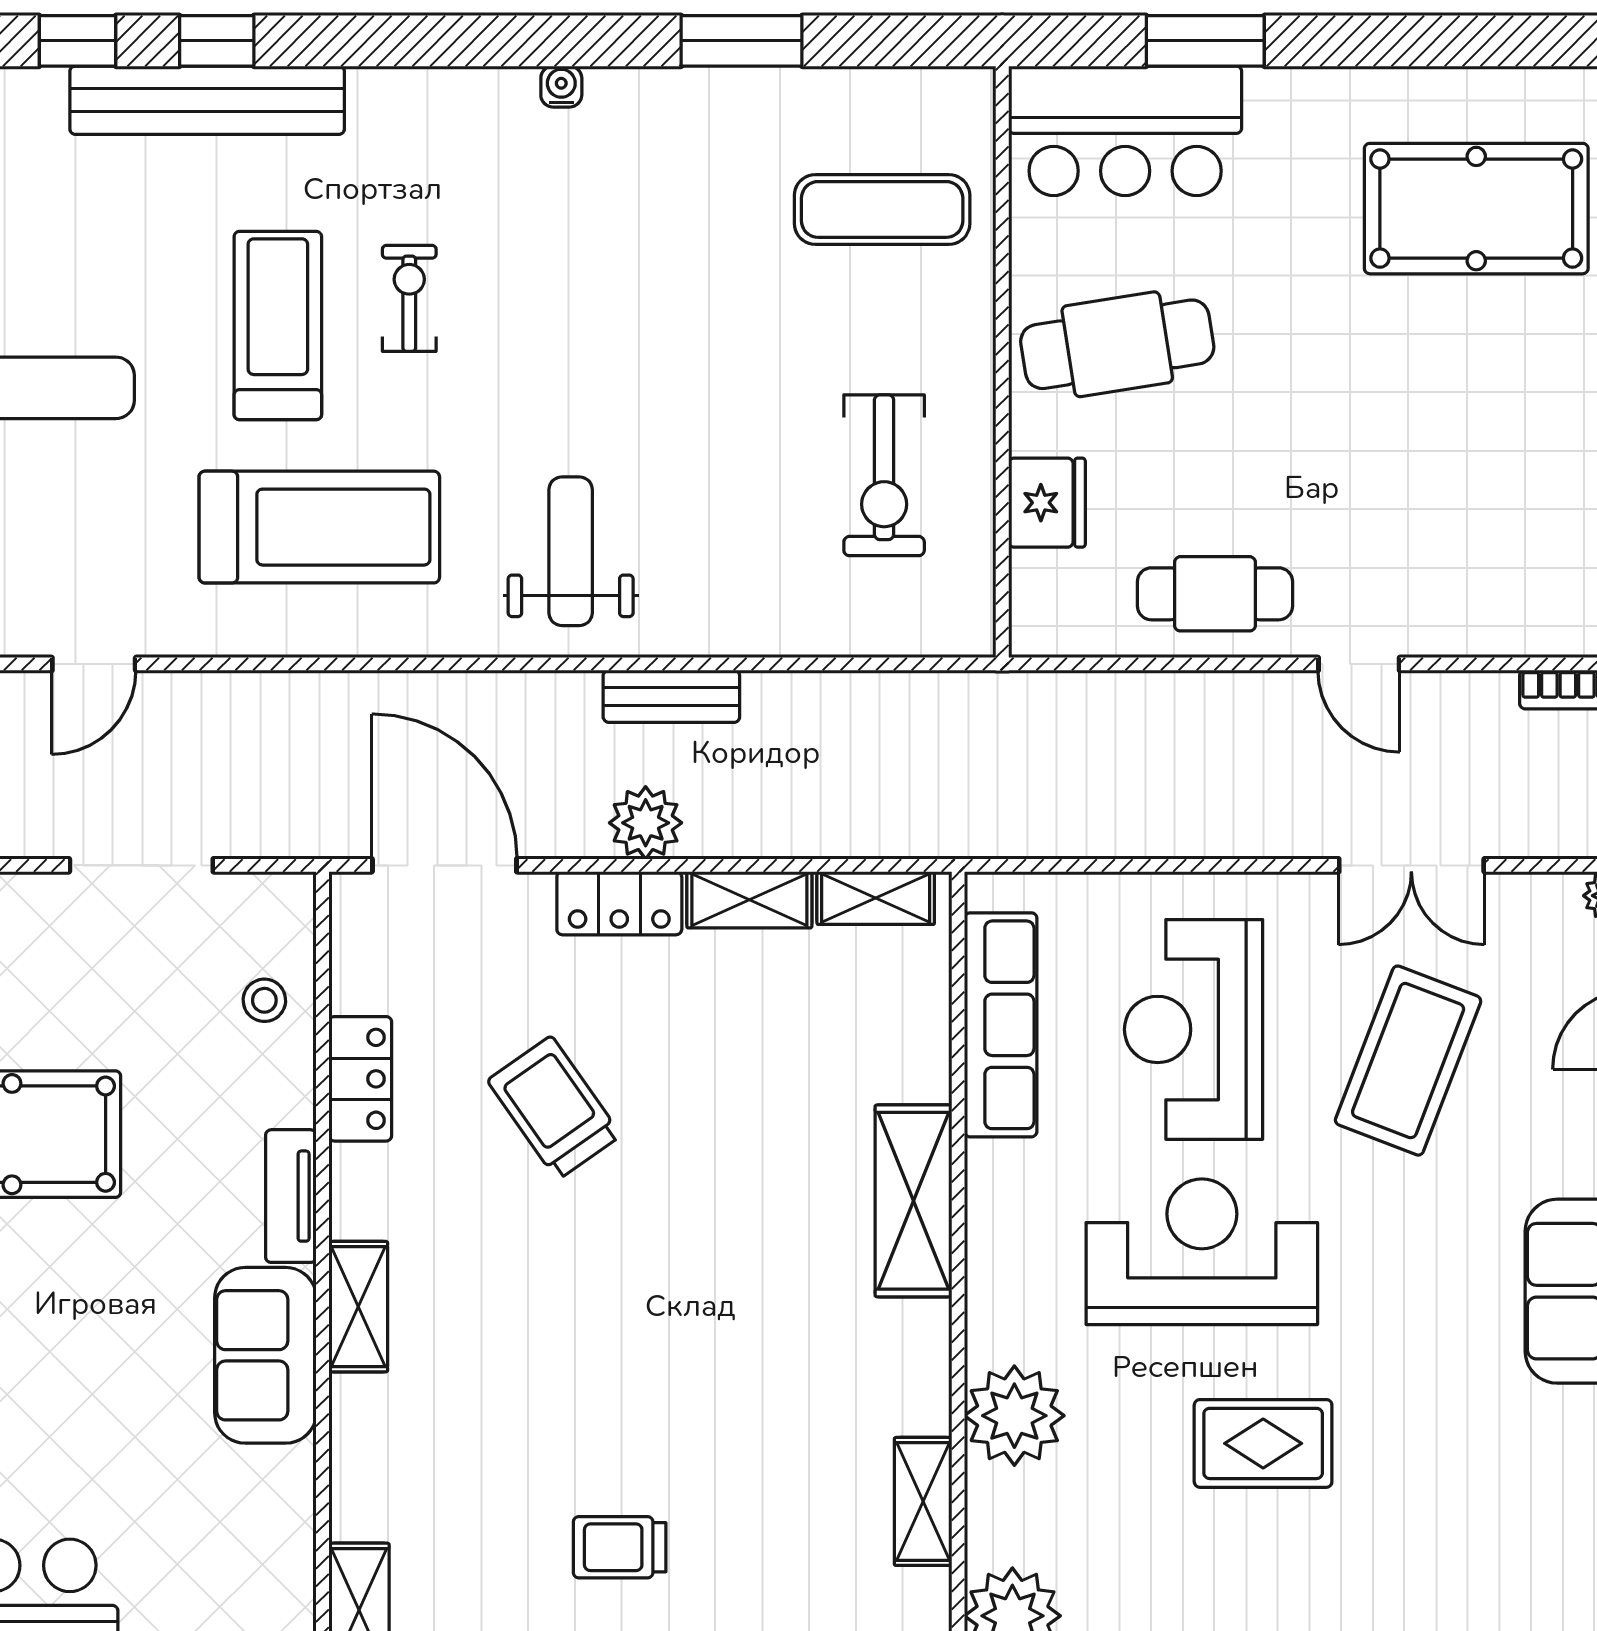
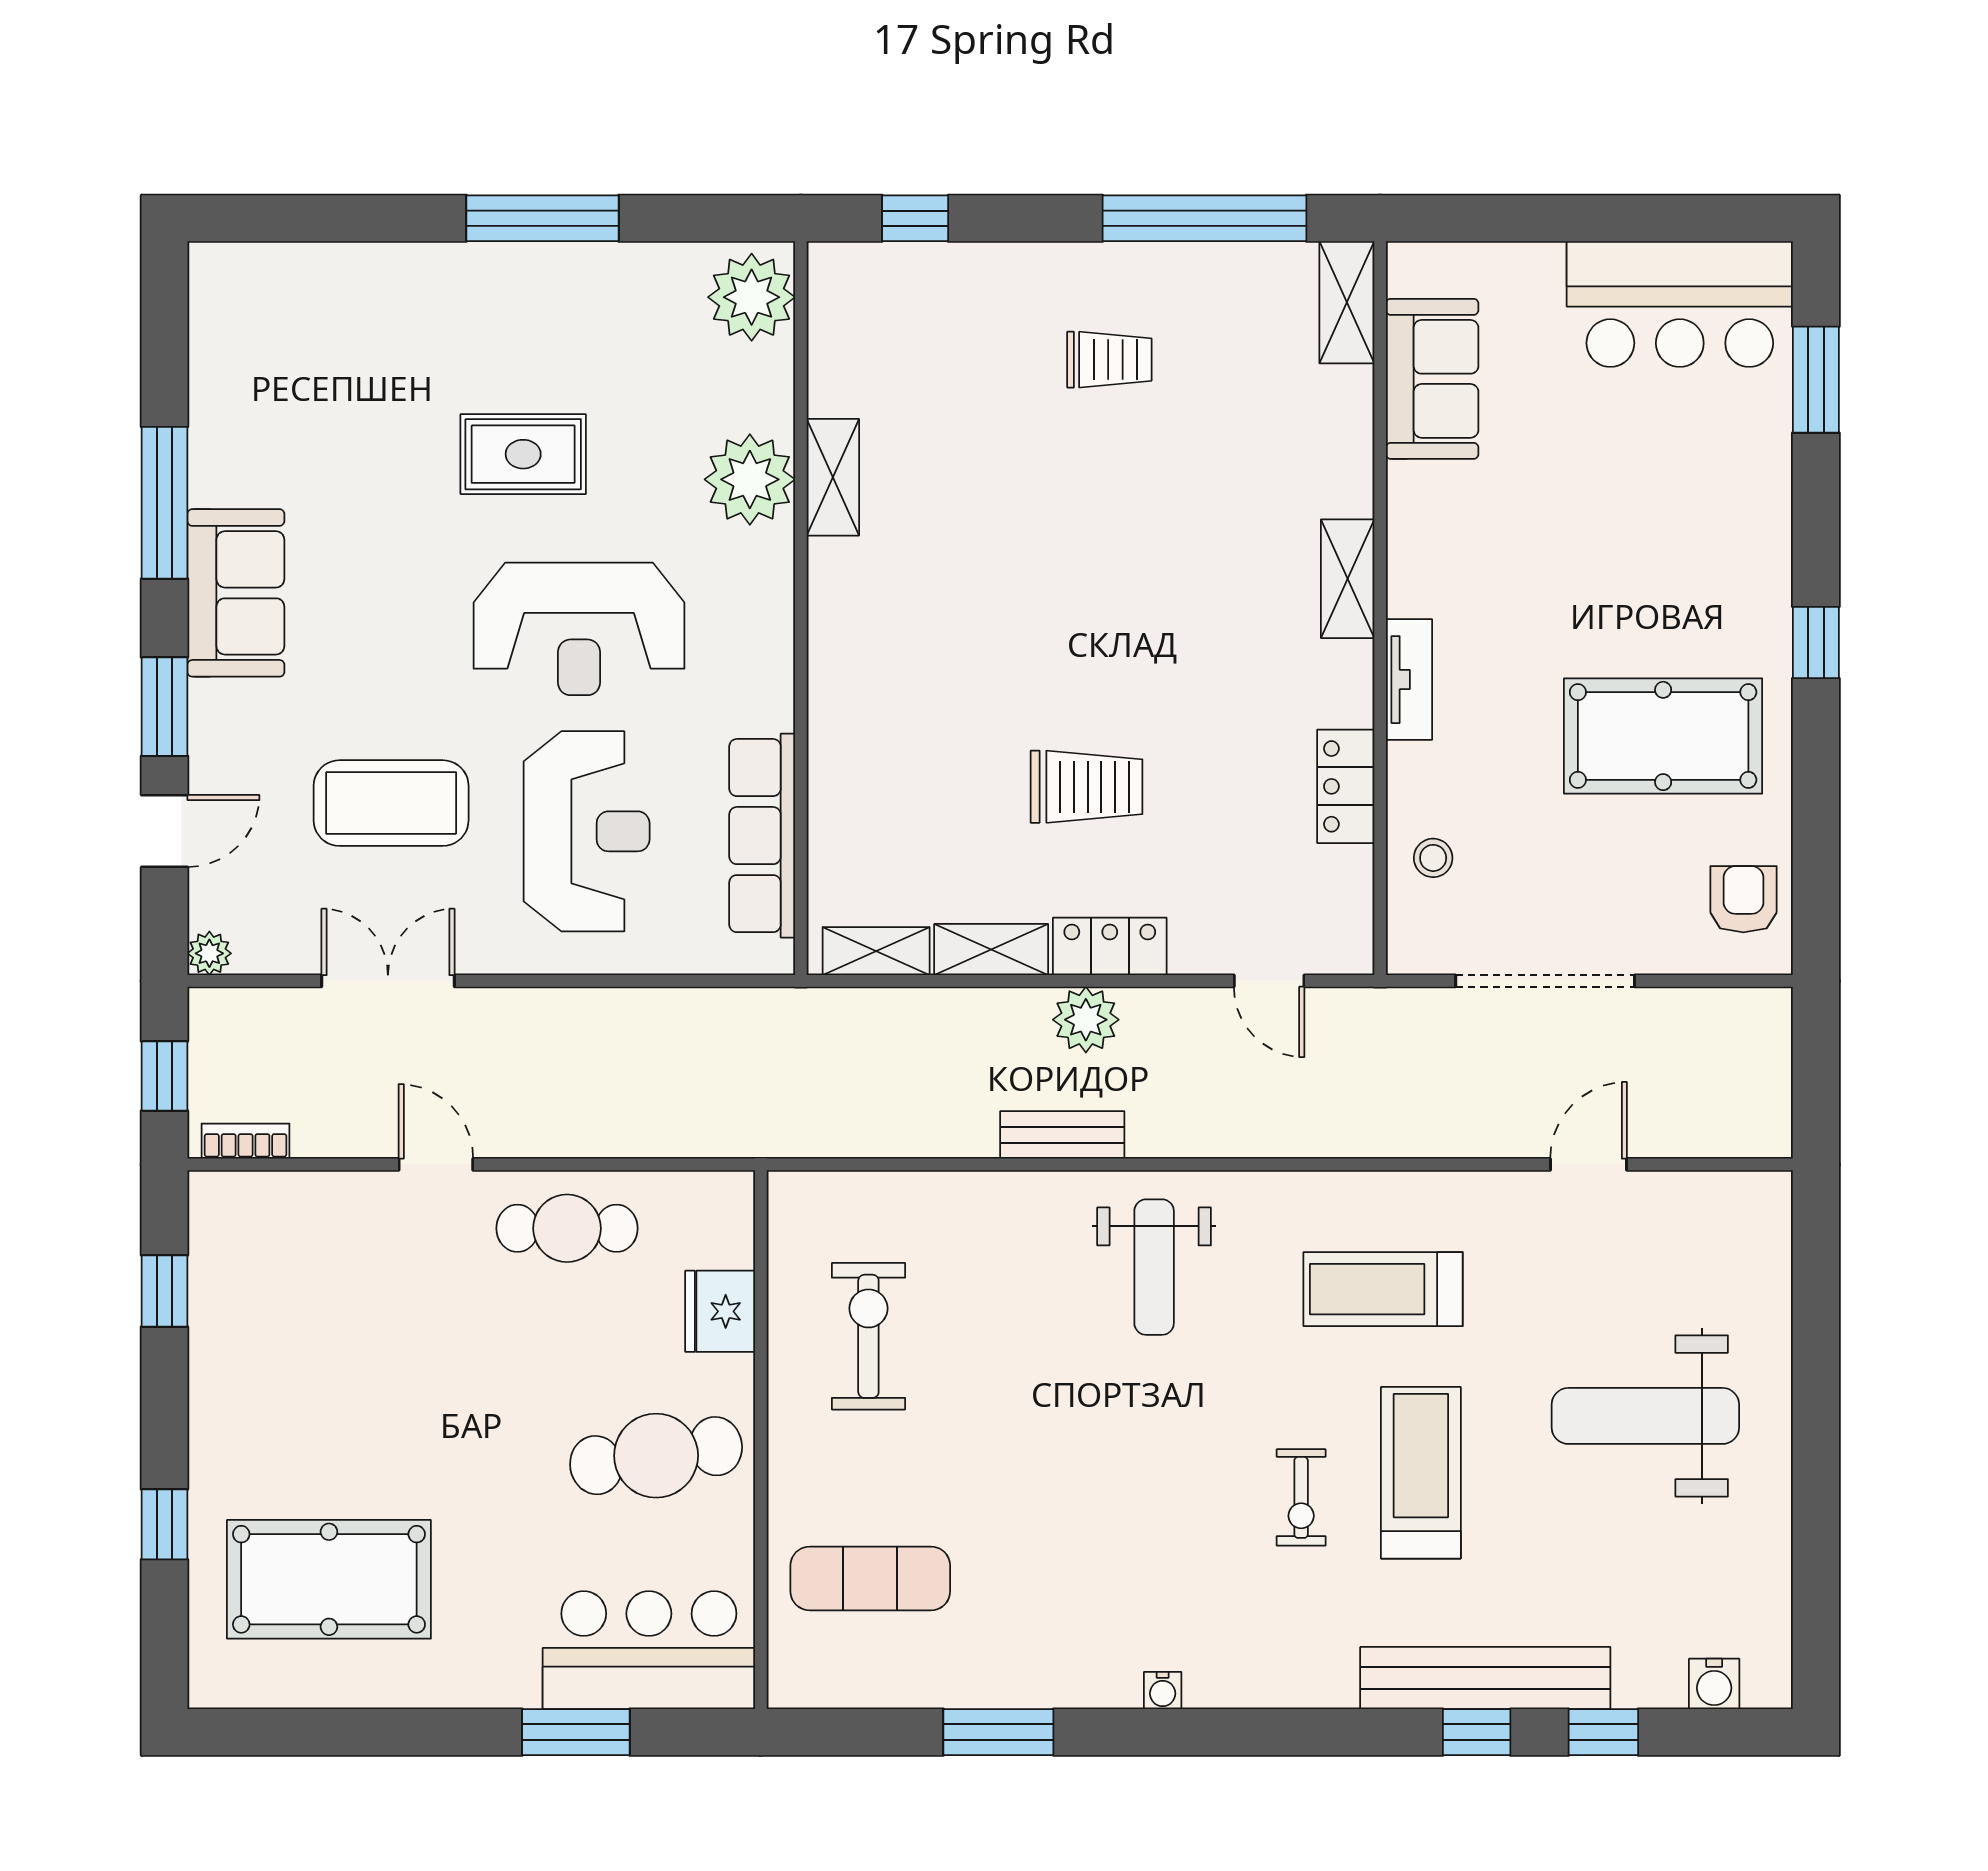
treadmill: (278, 326) -> (1421, 1473), turned 180
treadmill: (319, 527) -> (1383, 1289), width x0.73, depth x0.73
doorway: (141, 865) -> (1545, 981), width x1.36
door: (444, 865) -> (1269, 981), width x0.53
coffee table: (1408, 1061) -> (391, 803), turned 69
trolley: (554, 1108) -> (1087, 787), moved, turned -55
shelving: (913, 1201) -> (842, 675), removed
sofa: (265, 1355) -> (1432, 379), moved
shelving: (923, 1501) -> (833, 477), moved

